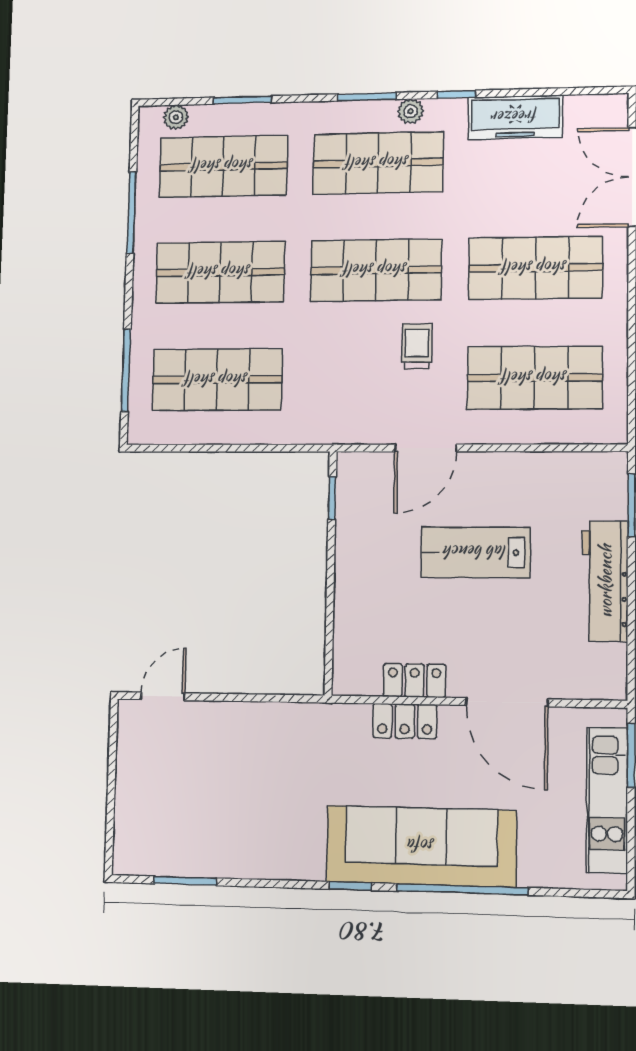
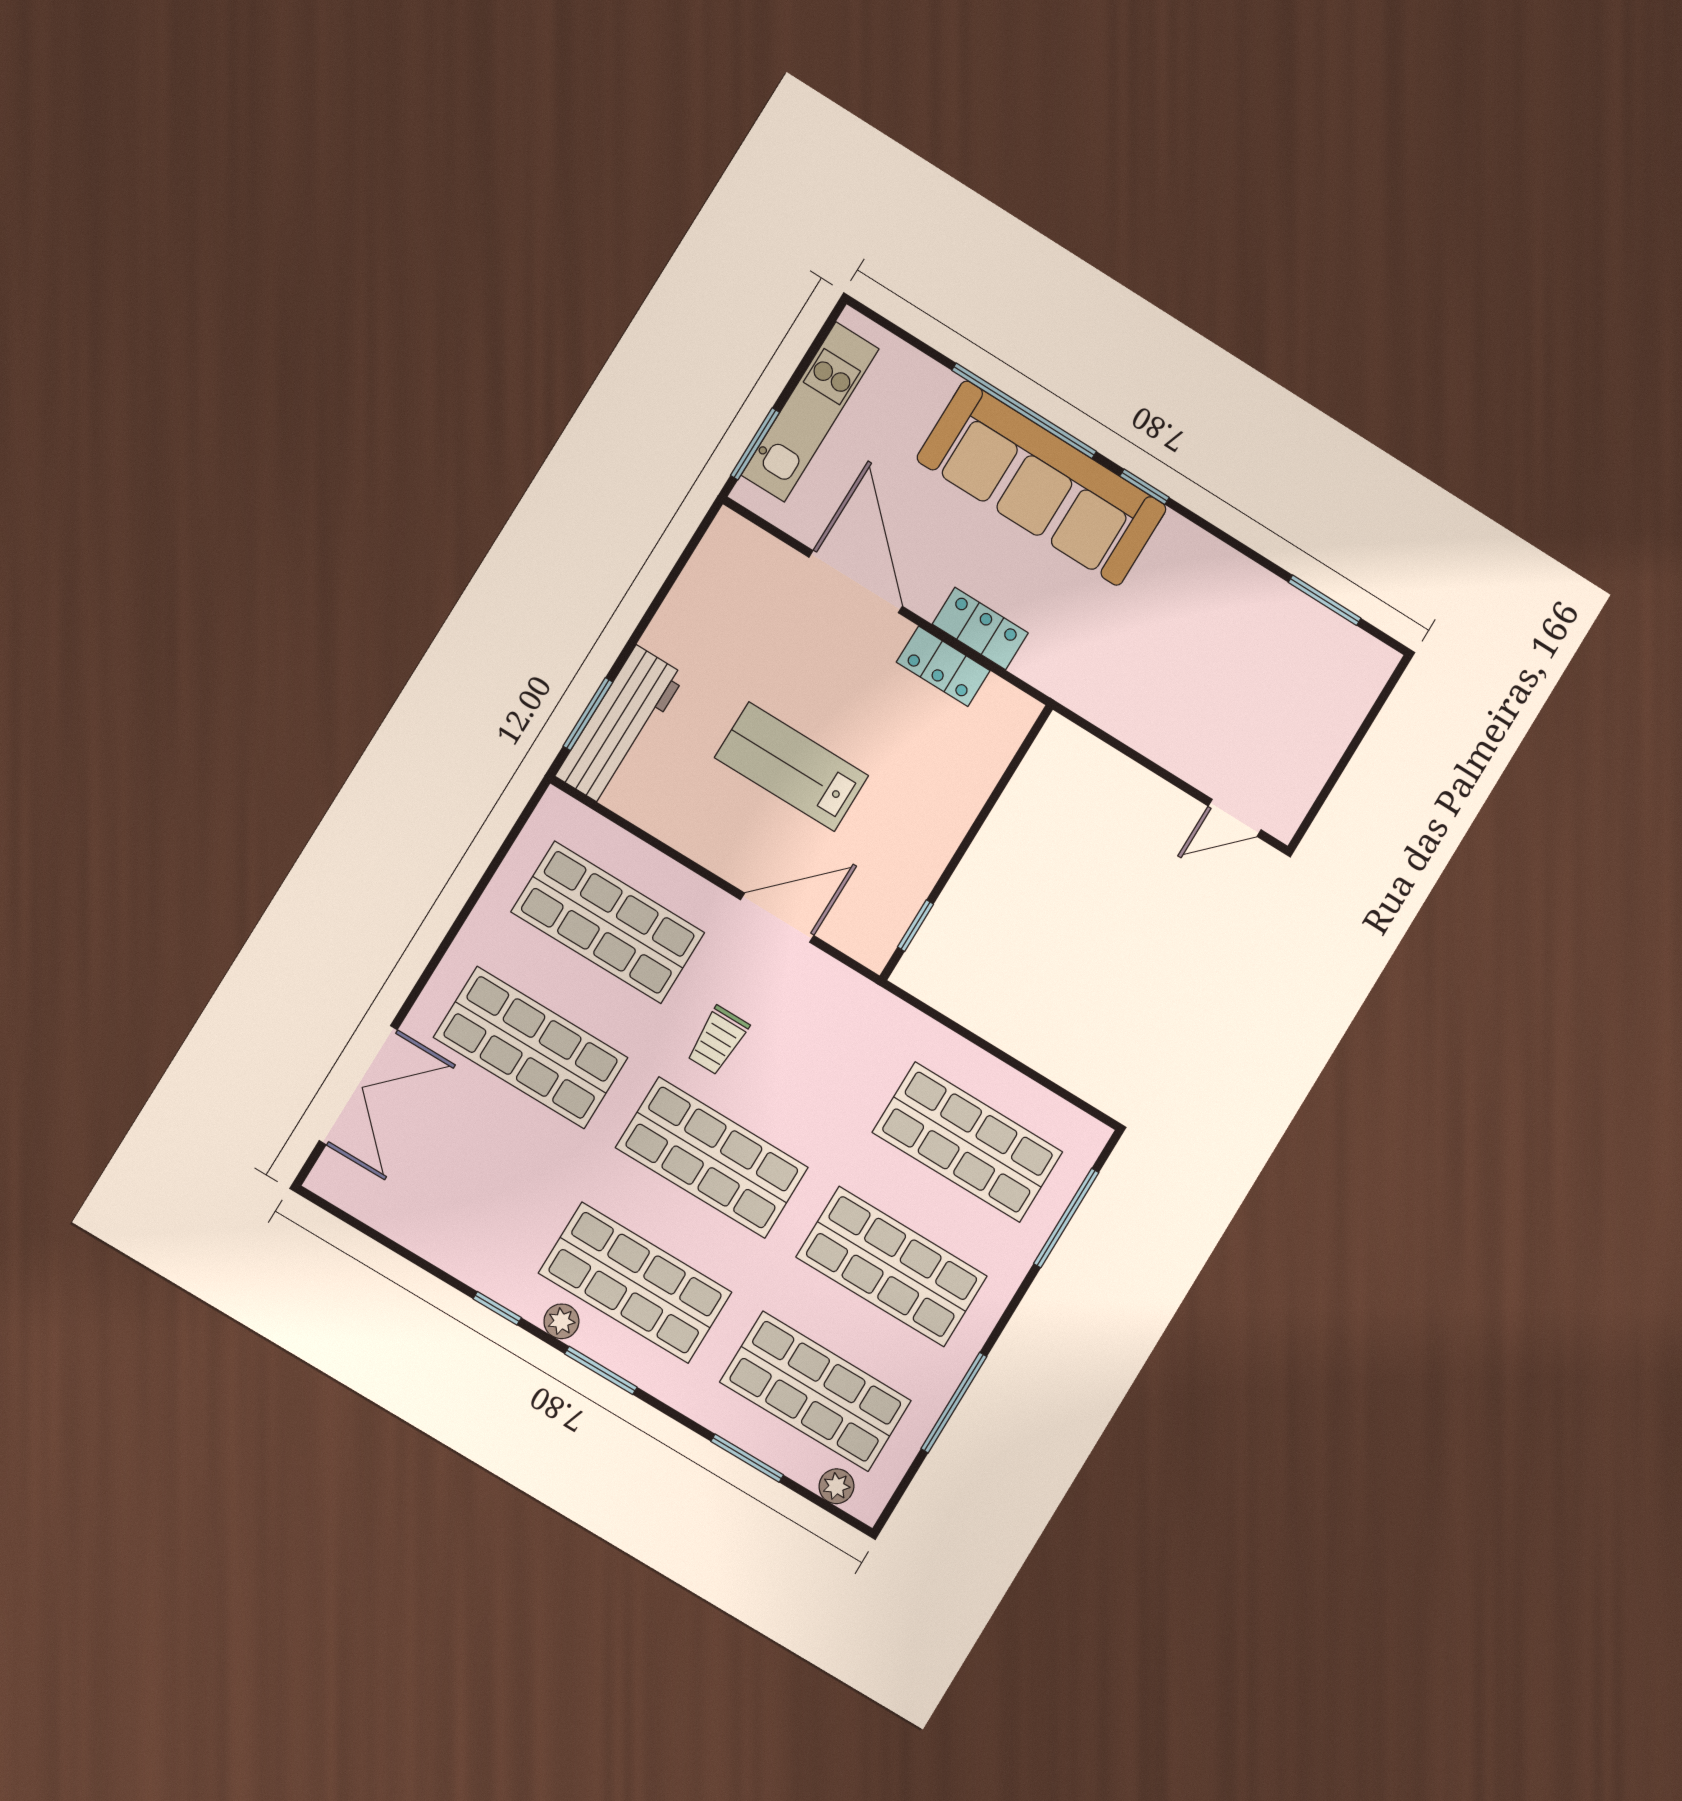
freezer: (515, 117) -> (447, 1238), removed
lab bench: (475, 552) -> (792, 767), turned 180
workbench: (605, 581) -> (620, 725), moved

